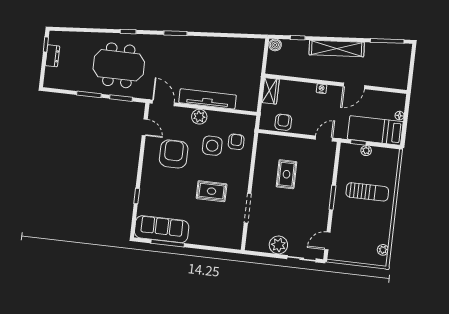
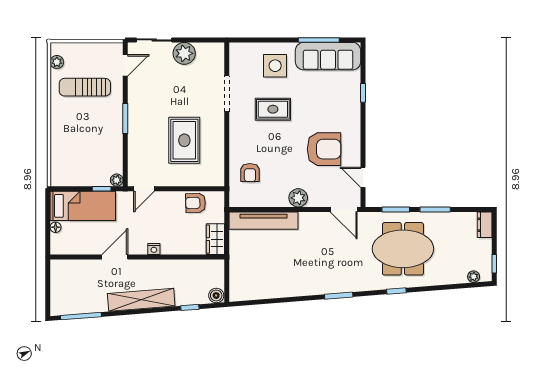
plant: (64, 36) -> (474, 277), added
dresser: (52, 56) -> (485, 225), moved
tv unit: (208, 99) -> (263, 221), moved
armchair: (283, 122) -> (196, 203), turned 88
side table: (212, 146) -> (275, 66), moved
plant: (366, 151) -> (117, 180), moved
armchair: (174, 154) -> (324, 149), turned -90
rug: (286, 174) -> (184, 140), width x1.36, depth x1.43
sun lounger: (367, 192) -> (85, 87), moved

